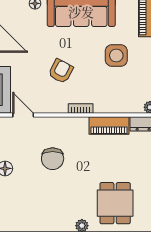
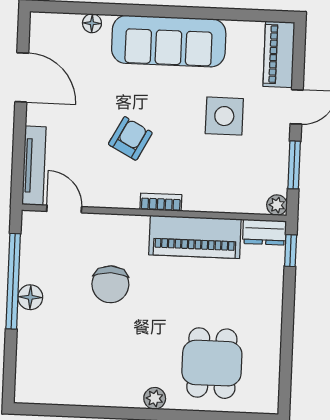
piano: (109, 125) -> (195, 237), width x1.37, depth x1.33

